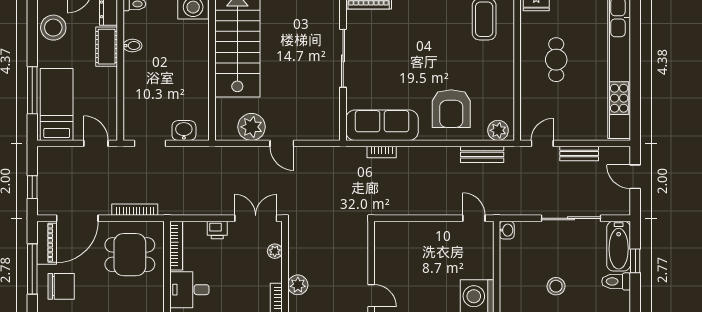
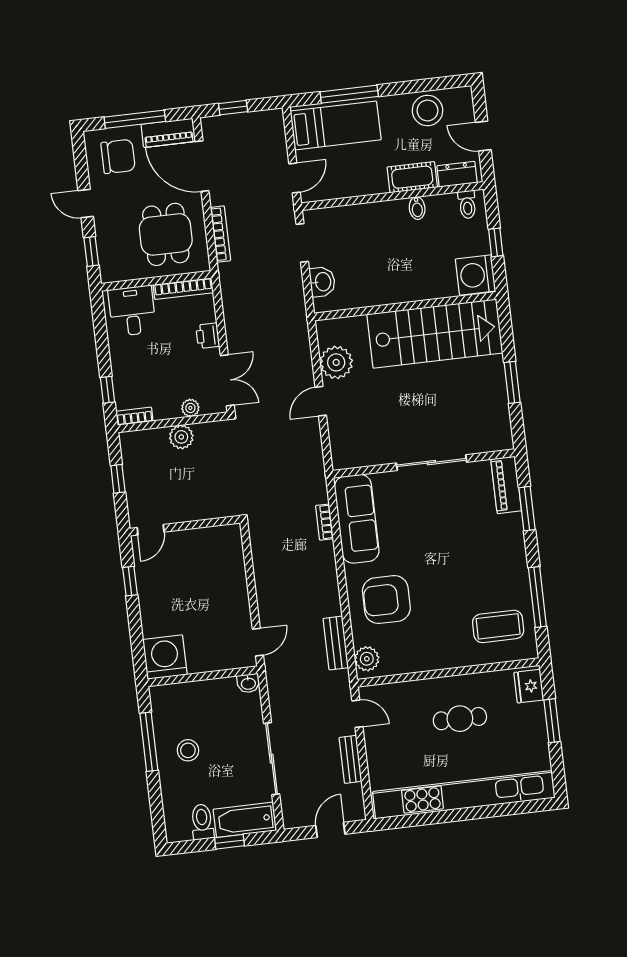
plant: (298, 285) -> (181, 437), moved
chair: (61, 286) -> (118, 156), turned -90

